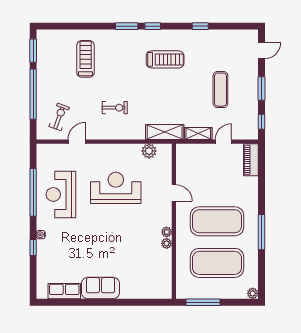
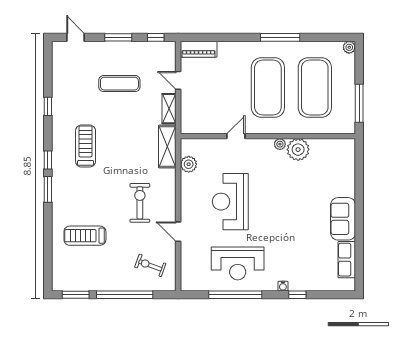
exercise bike: (115, 108) -> (140, 203), width x1.38, depth x1.39
door: (77, 142) -> (178, 232), moved
plant: (167, 243) -> (298, 150), width x1.88, depth x1.88

